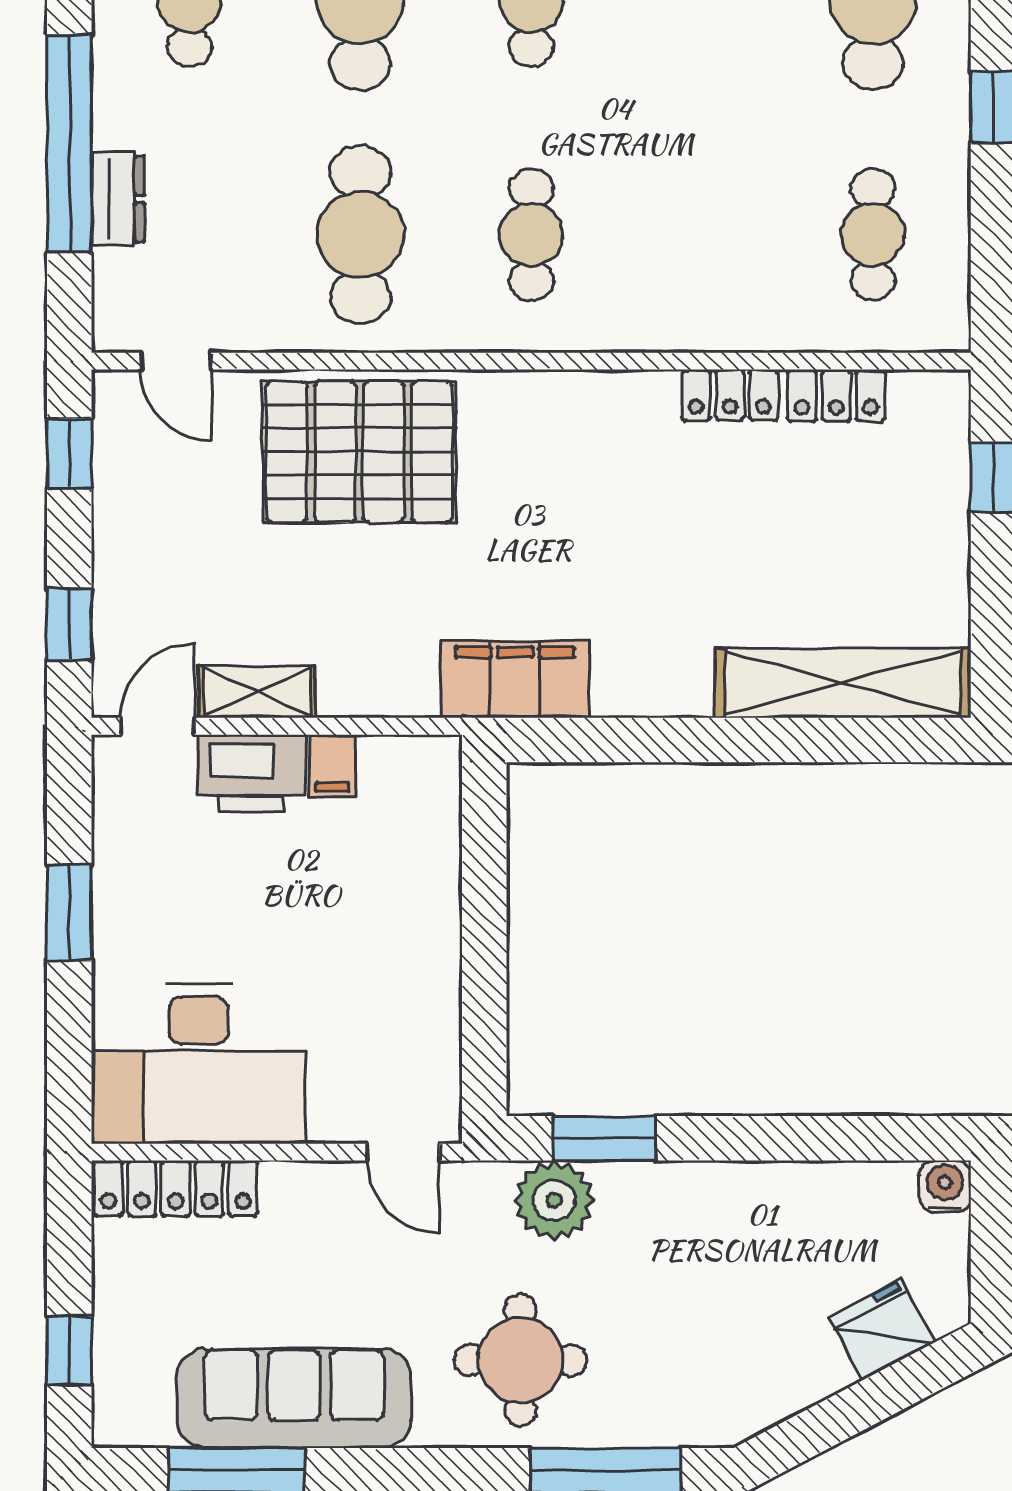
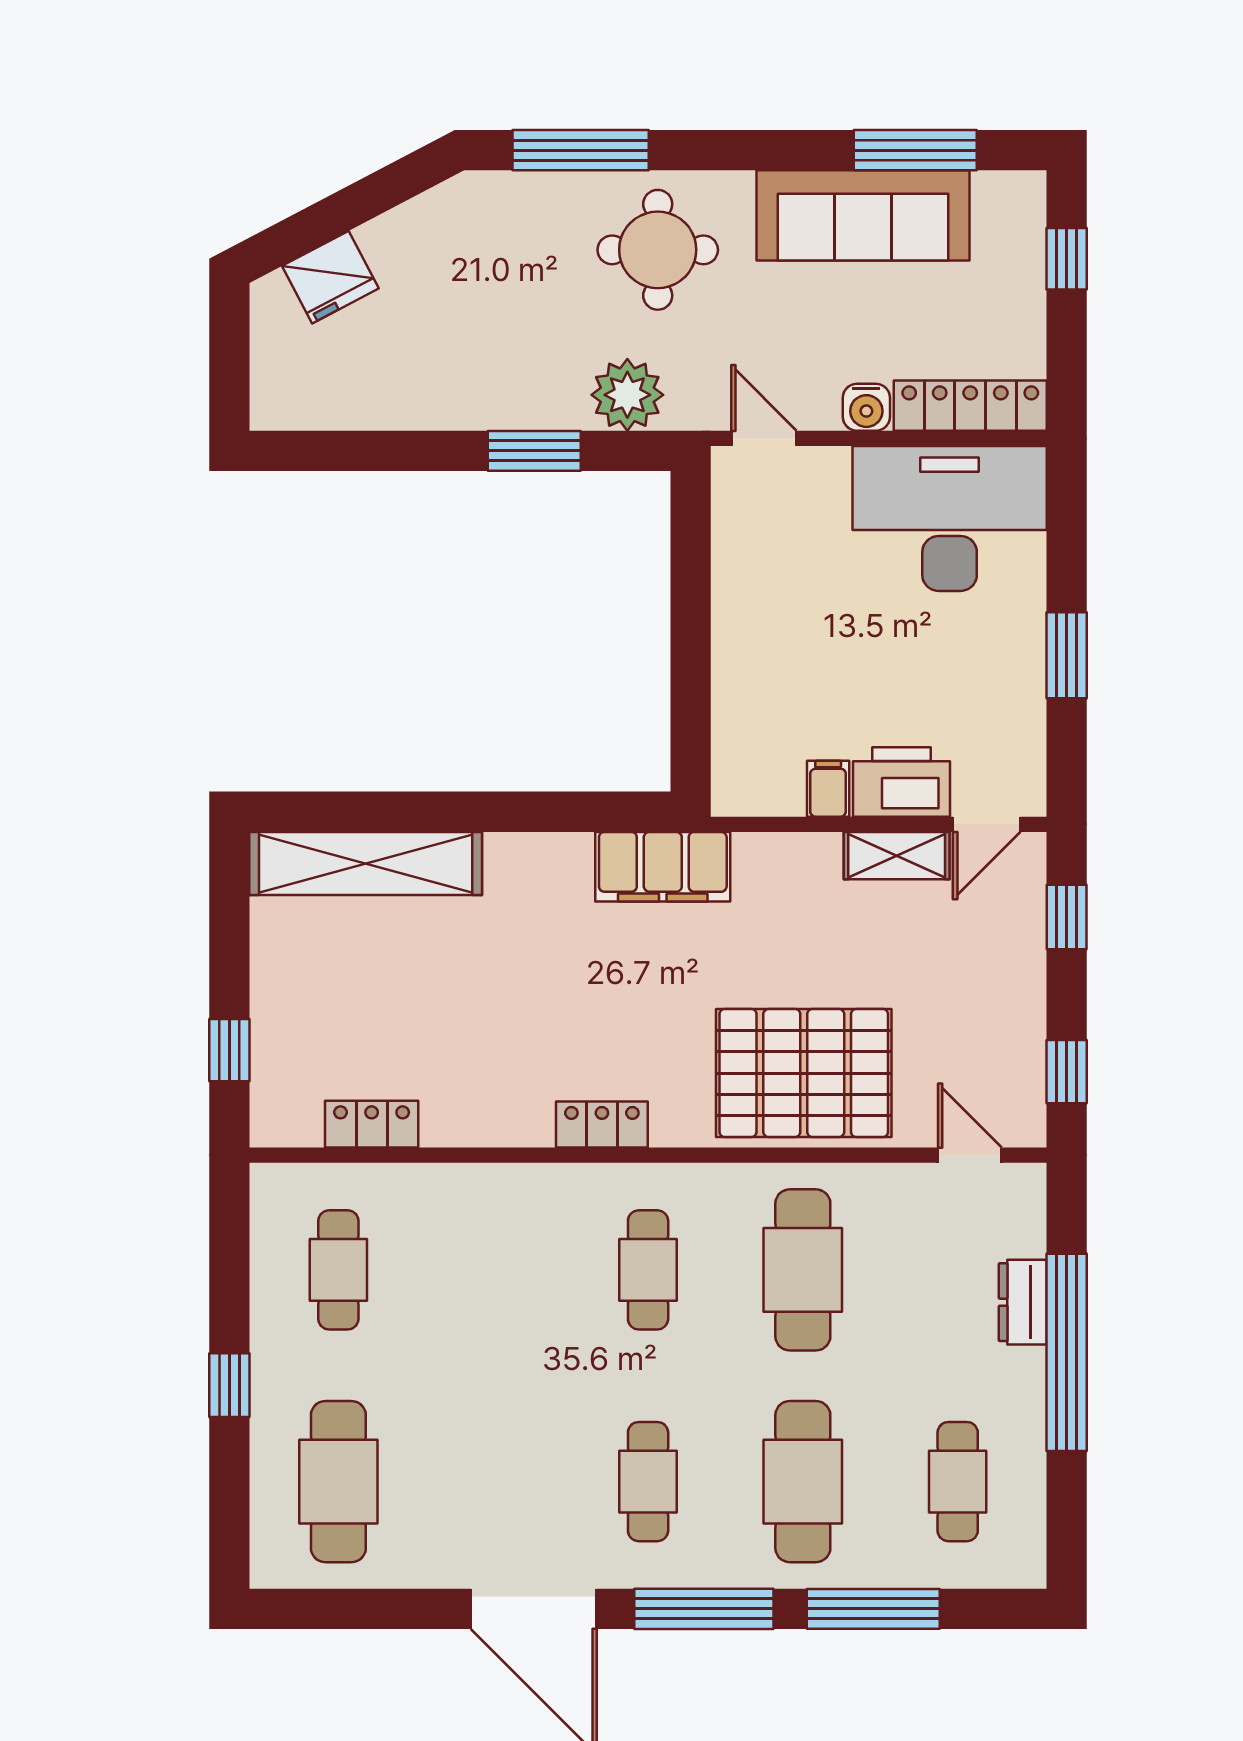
locker: (730, 395) -> (602, 1125), moved
window: (604, 1138) -> (534, 451), moved
water cooler: (945, 1186) -> (866, 407), moved

